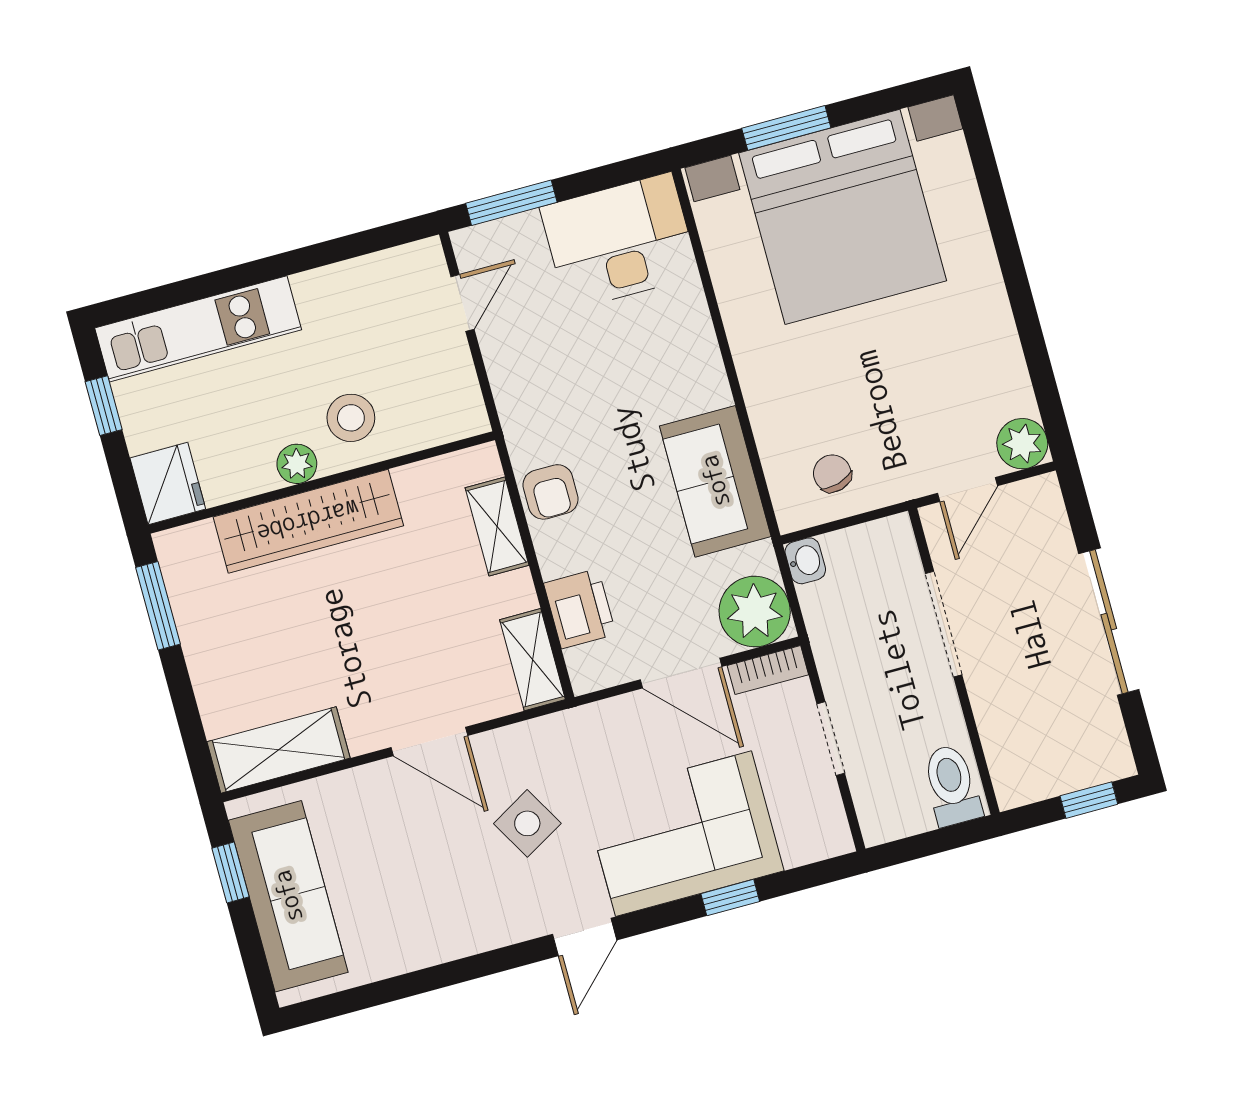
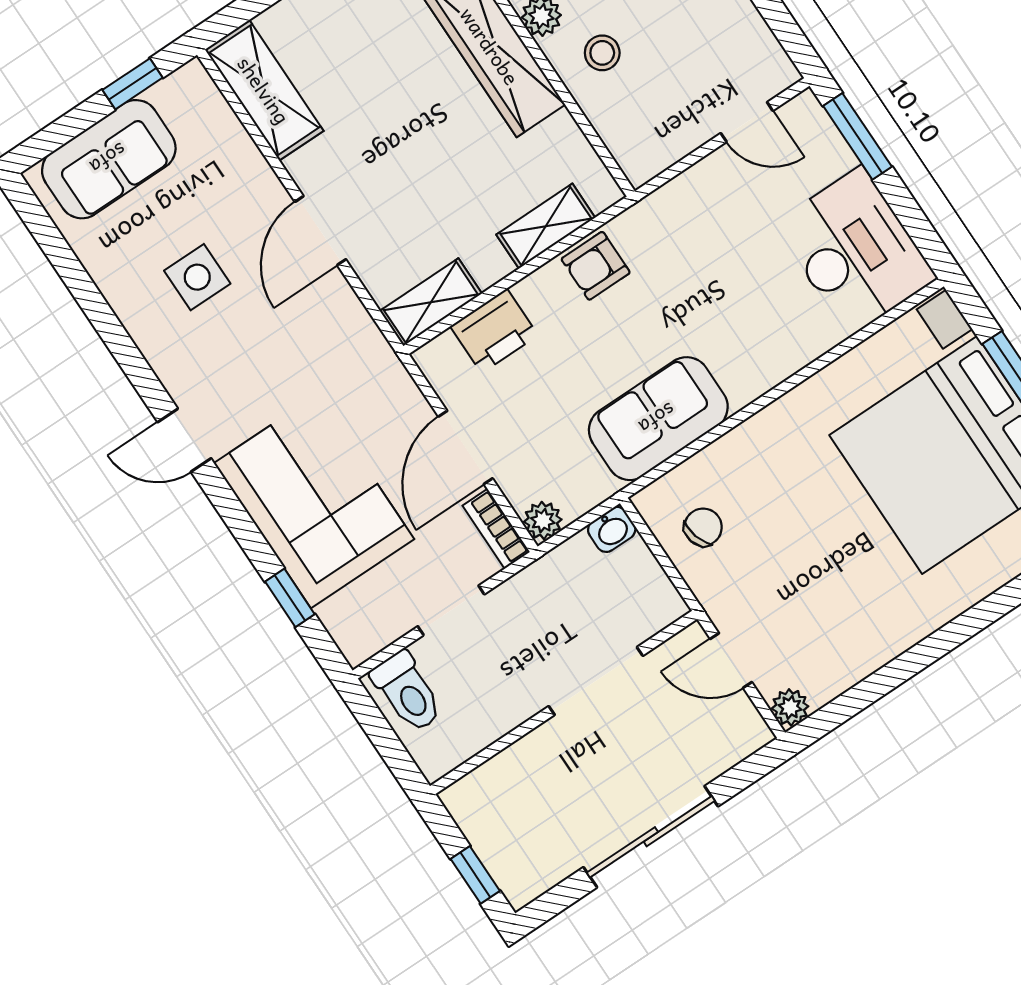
stool: (351, 418) -> (602, 53), width x0.73, depth x0.73
plant: (1022, 444) -> (790, 707), width x0.73, depth x0.73
plant: (755, 612) -> (543, 521), width x0.53, depth x0.53
toilet: (952, 785) -> (407, 692), moved, turned 90
side table: (527, 823) -> (197, 277), moved, turned 30
sofa: (288, 896) -> (109, 159), width x0.73
window: (730, 898) -> (290, 598), moved

